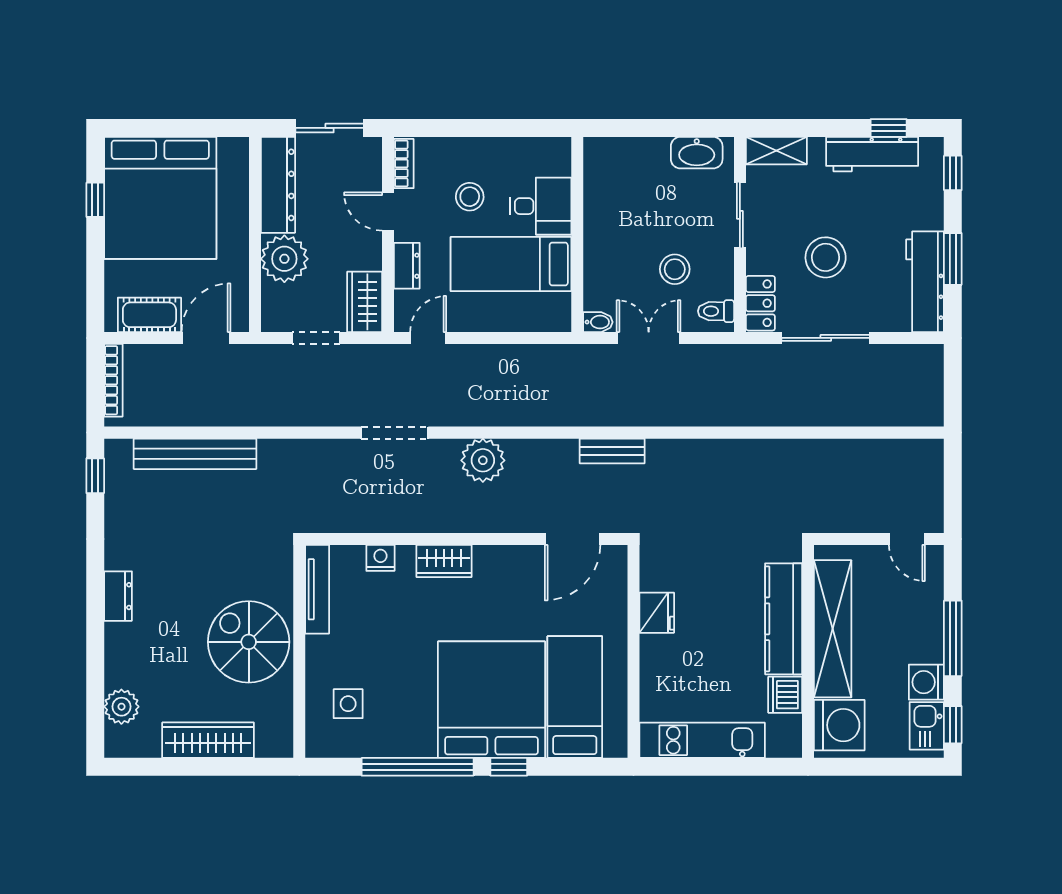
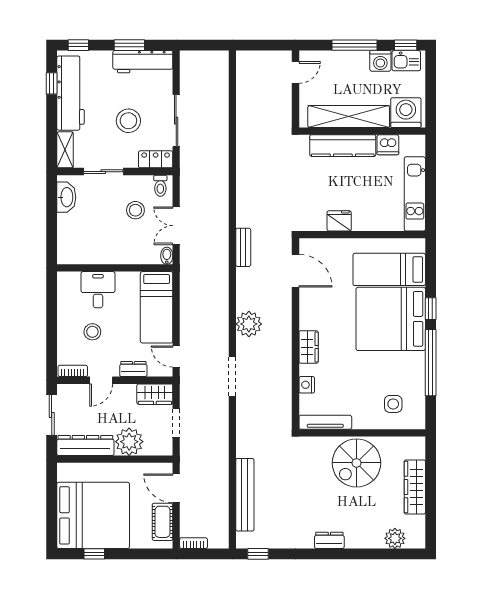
workbench: (872, 154) -> (70, 93), width x1.36, depth x1.32
bed: (511, 264) -> (157, 307), moved
bookcase: (113, 380) -> (194, 543), width x0.64

